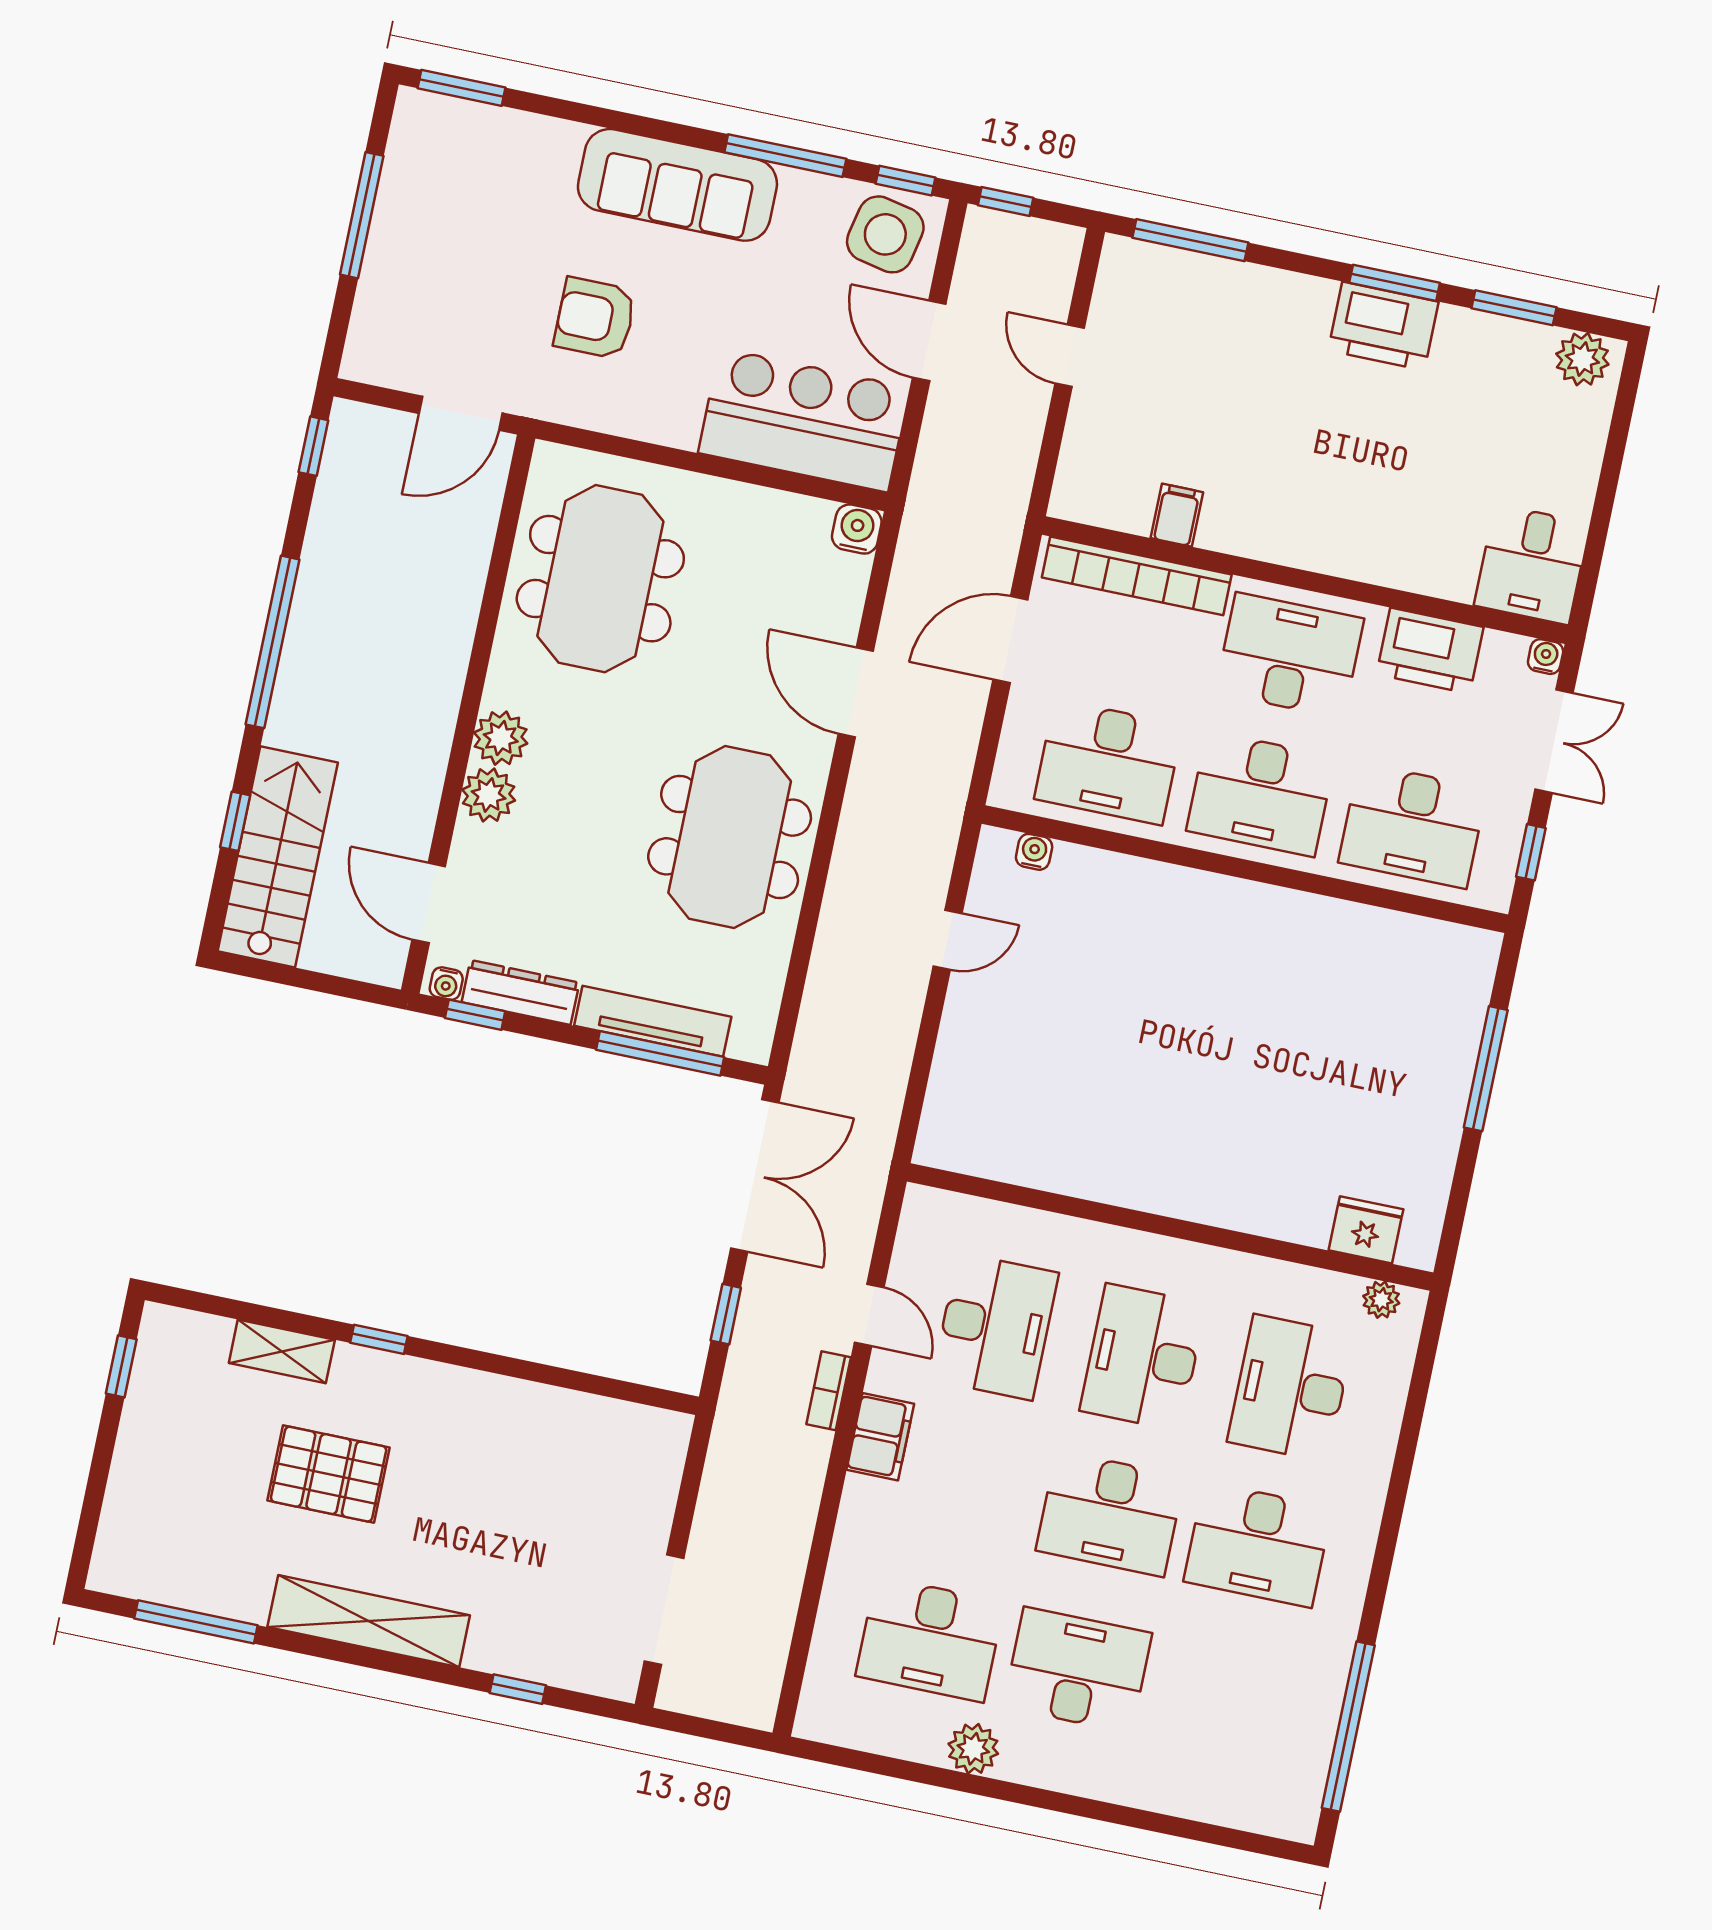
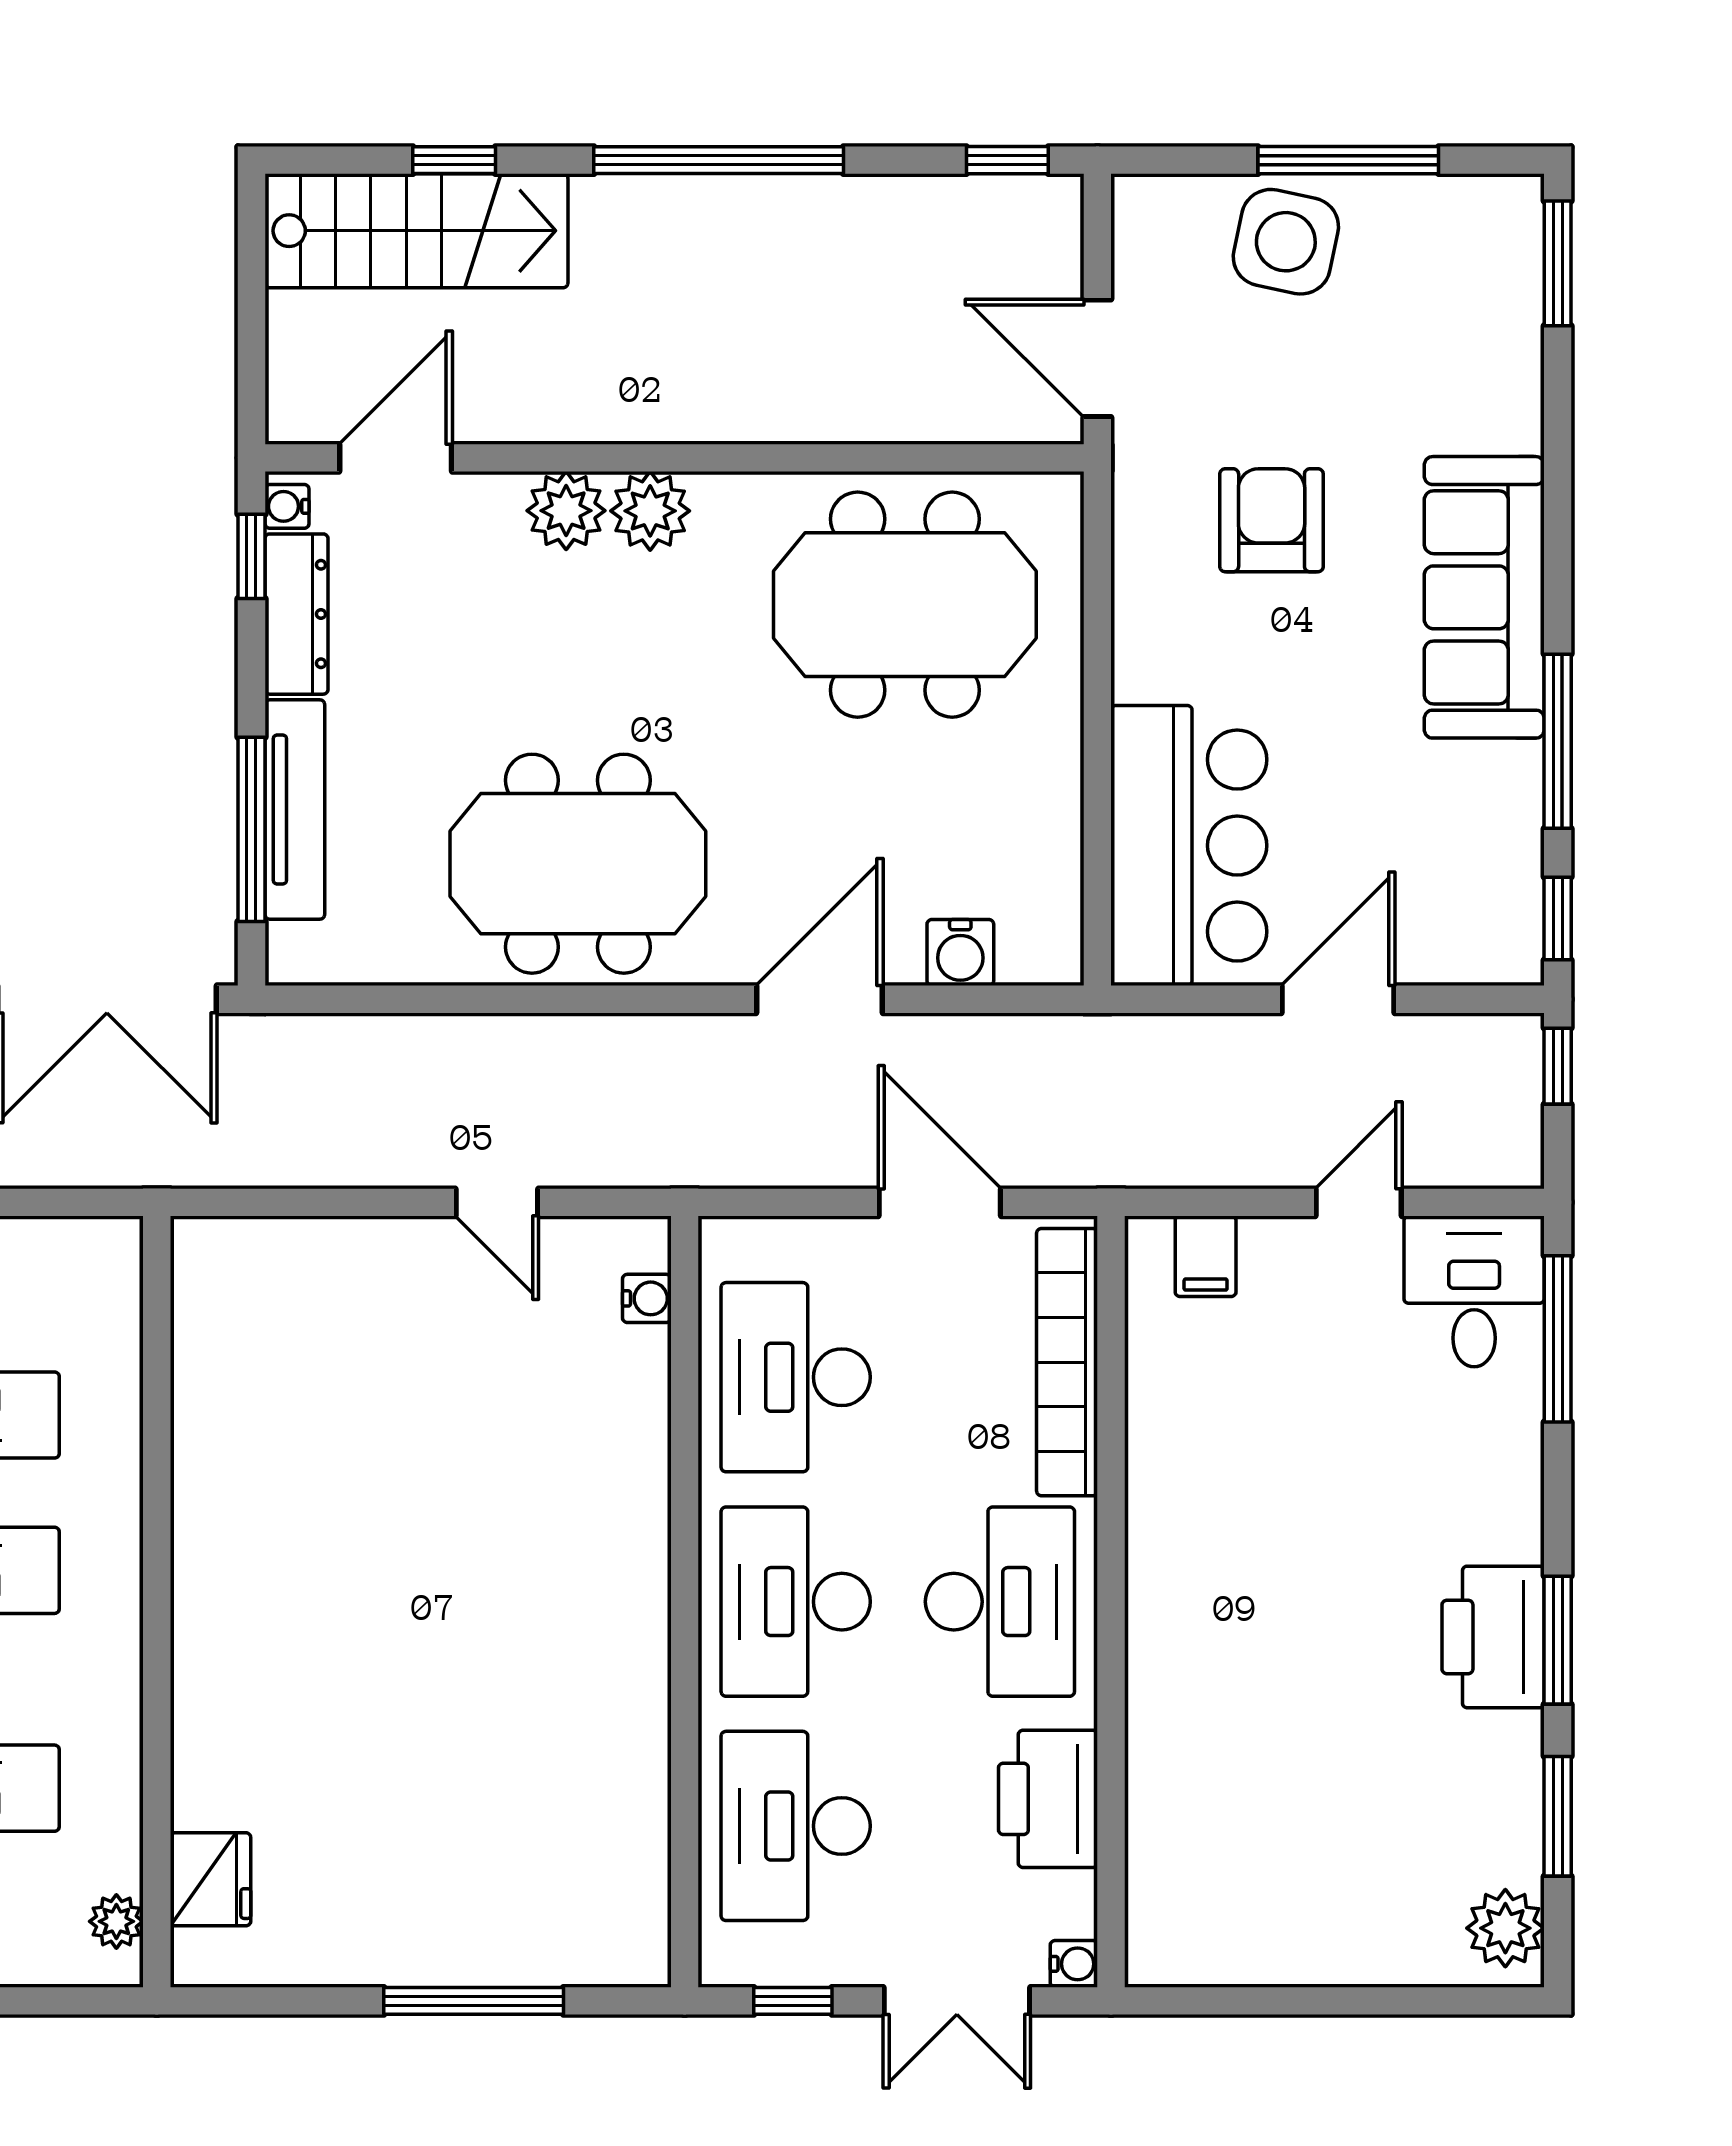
side table: (885, 234) -> (1286, 242), moved
filing cabinet: (1177, 515) -> (1206, 1256), moved, turned 90
water cooler: (857, 529) -> (960, 953), moved, turned 90
desk: (1532, 564) -> (1474, 1291), moved, turned 90

